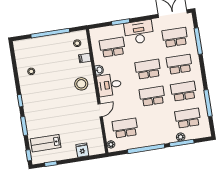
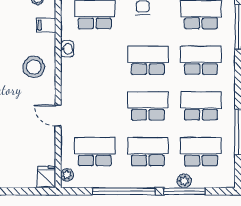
desk: (109, 85) -> (80, 76), removed
door: (100, 110) -> (58, 116), swing flipped
school desk: (156, 123) -> (148, 152), added
fridge: (82, 150) -> (46, 177), moved

